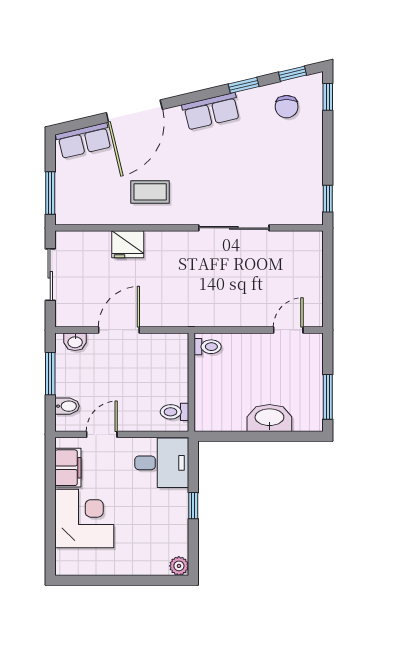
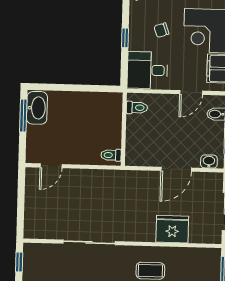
fridge: (128, 244) -> (172, 229), width x1.36, depth x1.34
washbasin: (269, 418) -> (37, 108), moved, turned -90
chair: (144, 517) -> (161, 30), added

